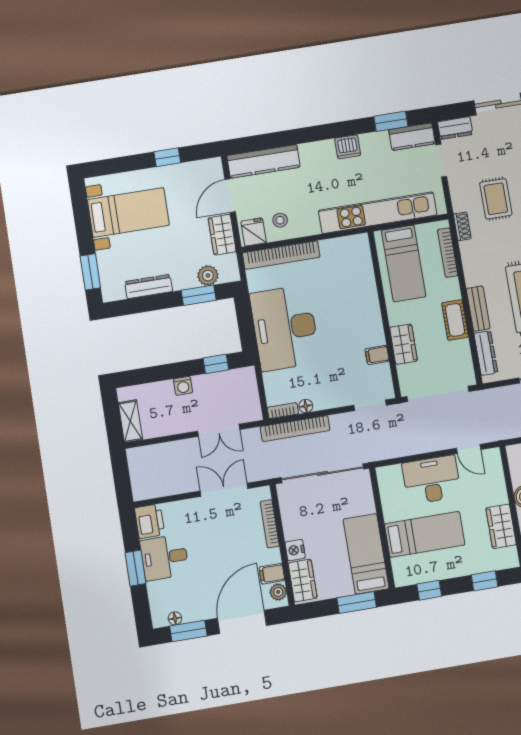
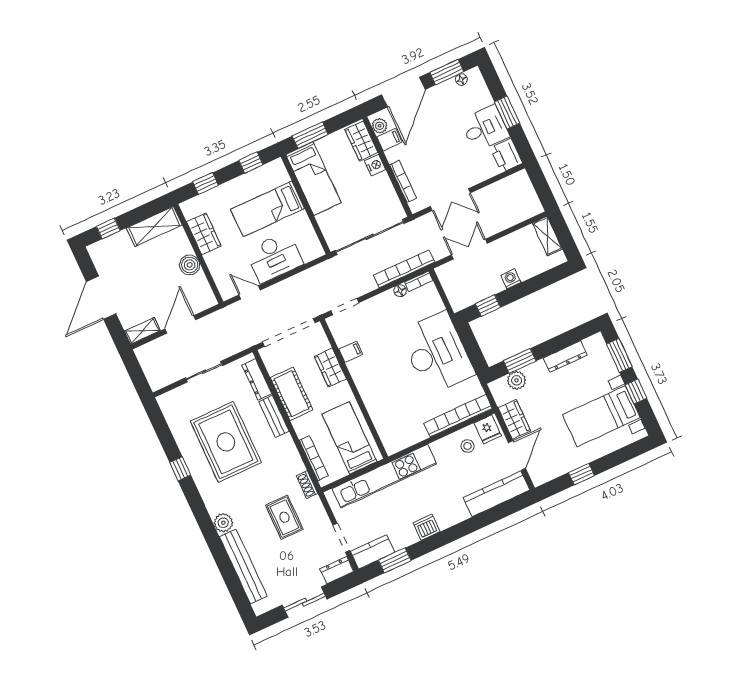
window: (84, 229) -> (636, 391), added
cot: (455, 320) -> (292, 394), width x1.37, depth x1.34

